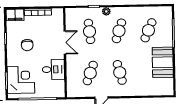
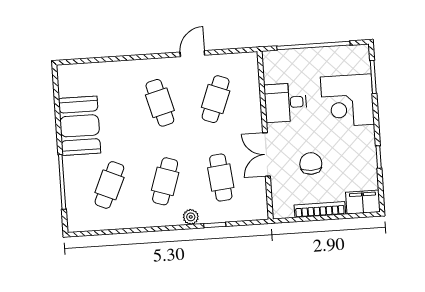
chair: (27, 45) -> (311, 164), moved
corner desk: (21, 80) -> (347, 101), moved

